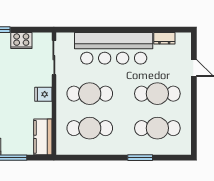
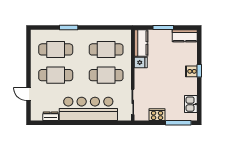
fridge: (43, 94) -> (141, 62), moved

